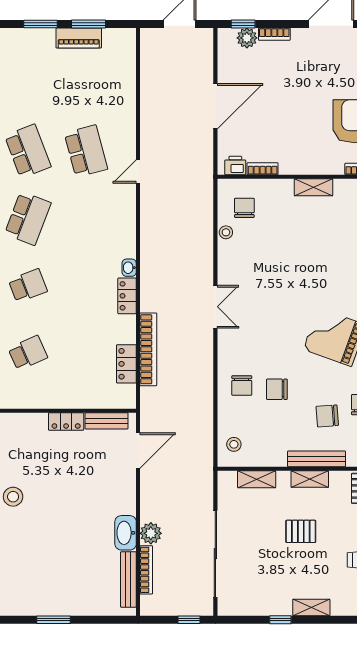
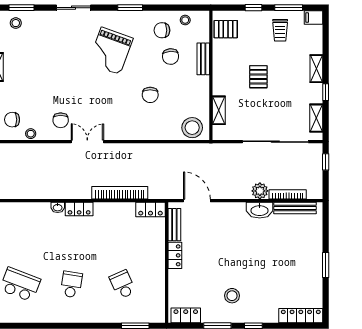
school desk: (28, 286) -> (71, 285), turned 30
locker: (126, 364) -> (150, 209), moved
chair: (242, 385) -> (61, 120), moved, turned 90
stool: (234, 444) -> (192, 128), width x1.89, depth x1.89
bench: (317, 459) -> (203, 59), width x0.73
shelving: (310, 479) -> (316, 118), moved

